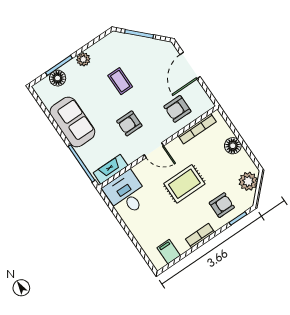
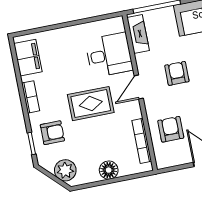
rug: (184, 184) -> (91, 104), turned 90
desk: (126, 194) -> (109, 55), moved
armchair: (222, 205) -> (52, 133), turned -90
filing cabinet: (169, 252) -> (28, 58), width x2.00

